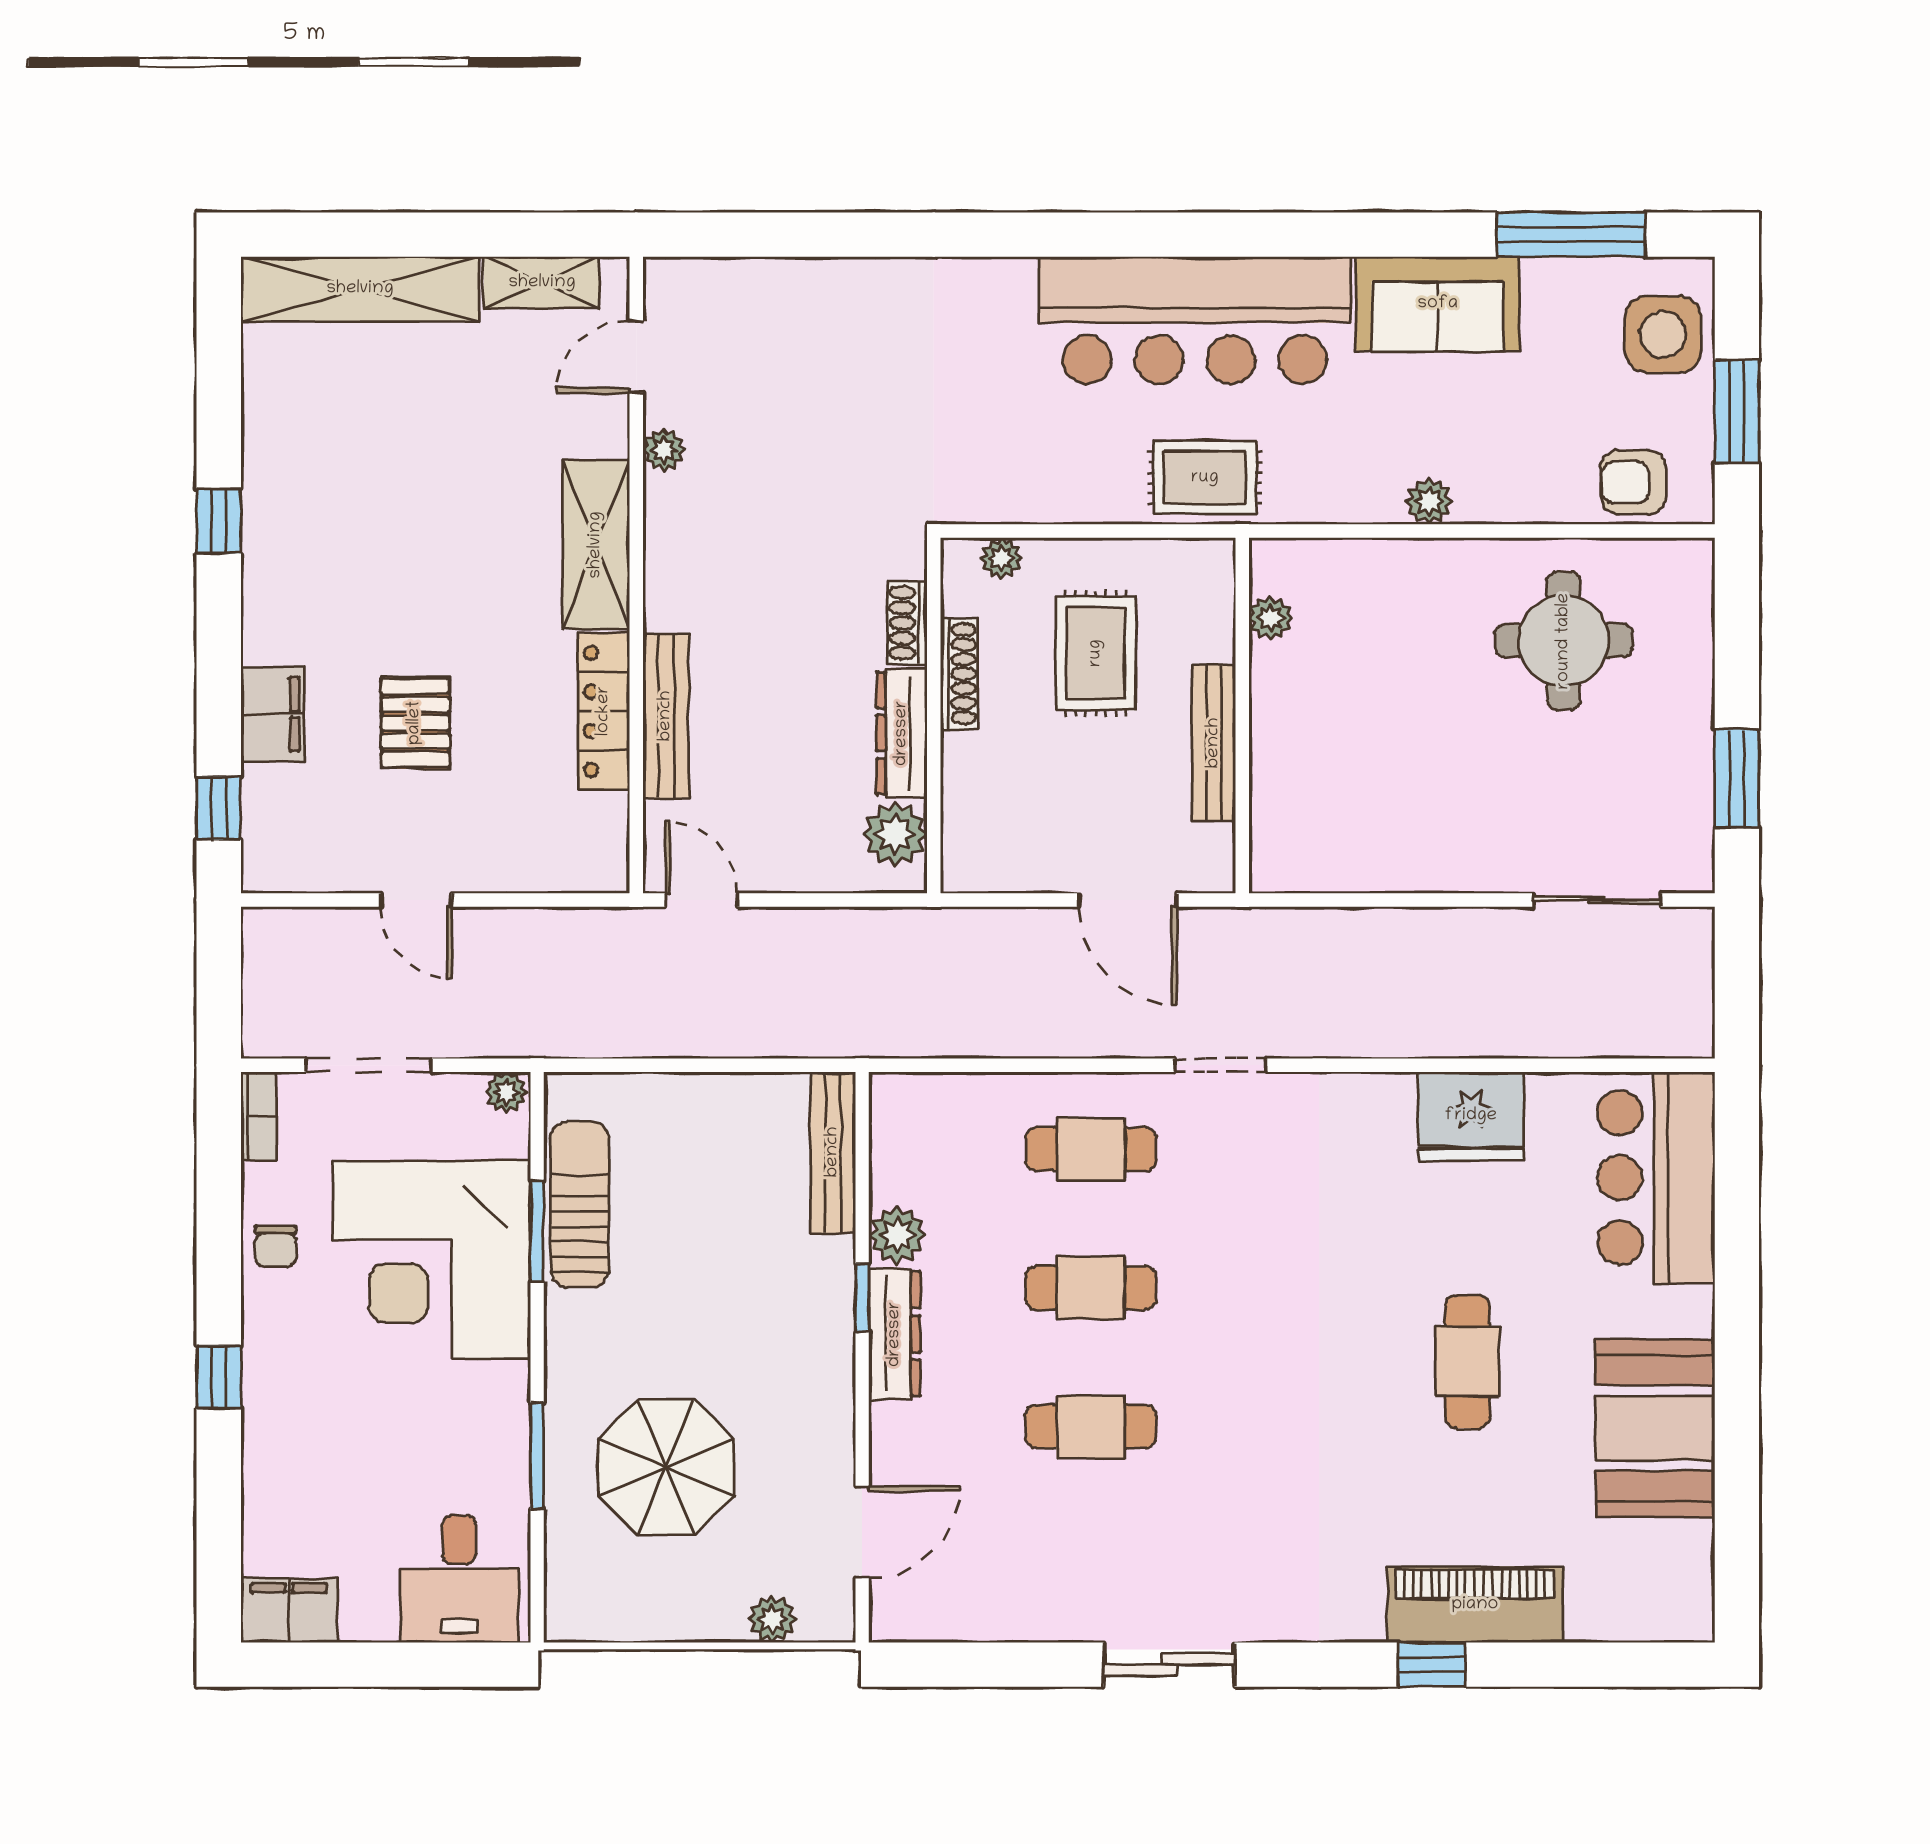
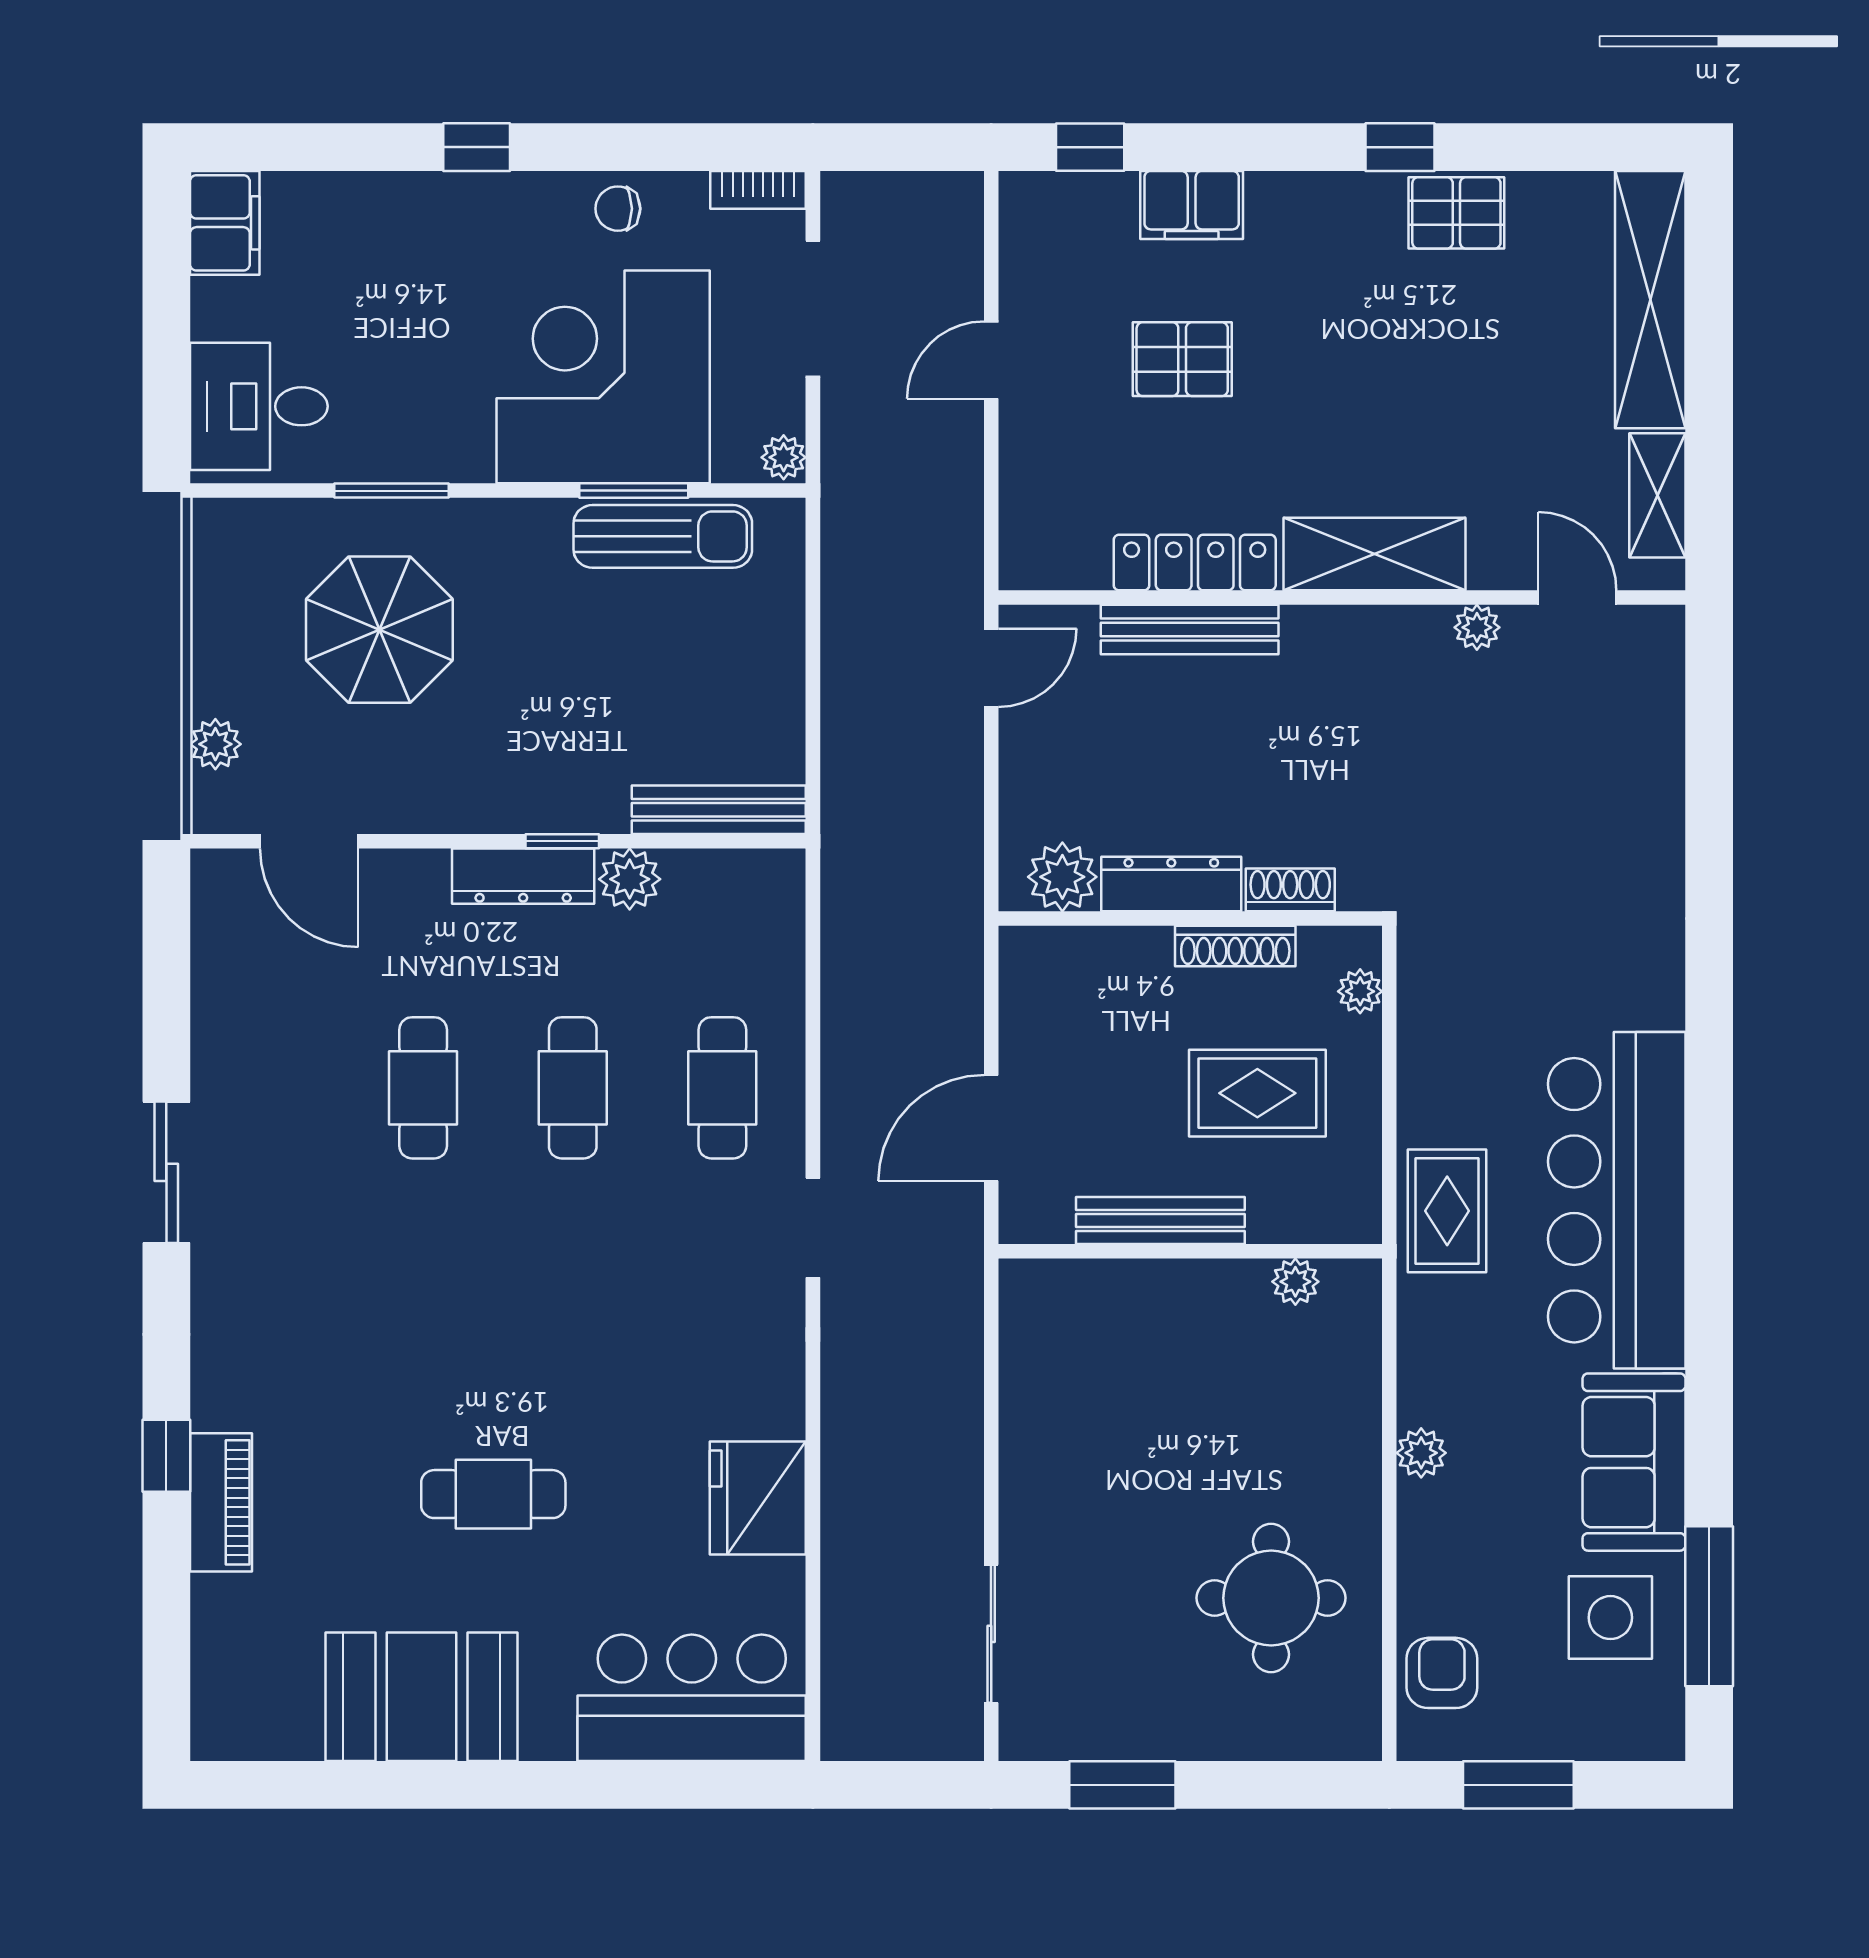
side table: (1663, 334) -> (1610, 1618), moved
pallet: (280, 469) -> (1456, 213), added
piano: (1475, 1605) -> (221, 1502), width x0.73, depth x0.75

